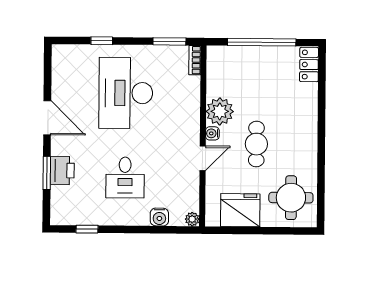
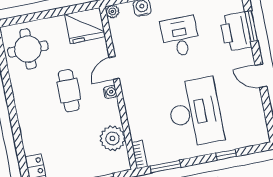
plant: (220, 111) -> (113, 138), moved
door: (47, 118) -> (261, 76), width x0.73
printer: (62, 171) -> (236, 32), width x1.37, depth x1.19
fridge: (240, 210) -> (85, 26), moved

